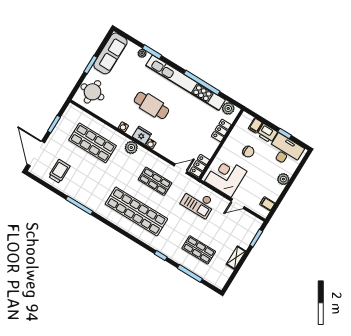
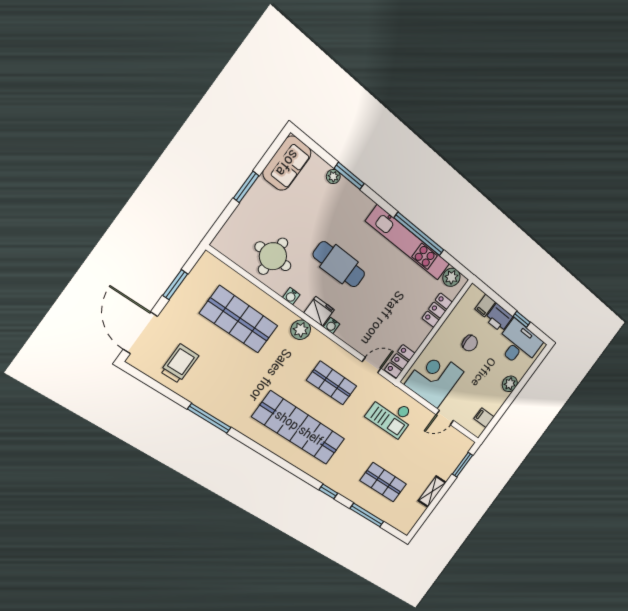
sofa: (110, 53) -> (287, 163), width x0.73
kitchen unit: (186, 83) -> (408, 243), width x0.73
round table: (92, 92) -> (273, 256), moved

